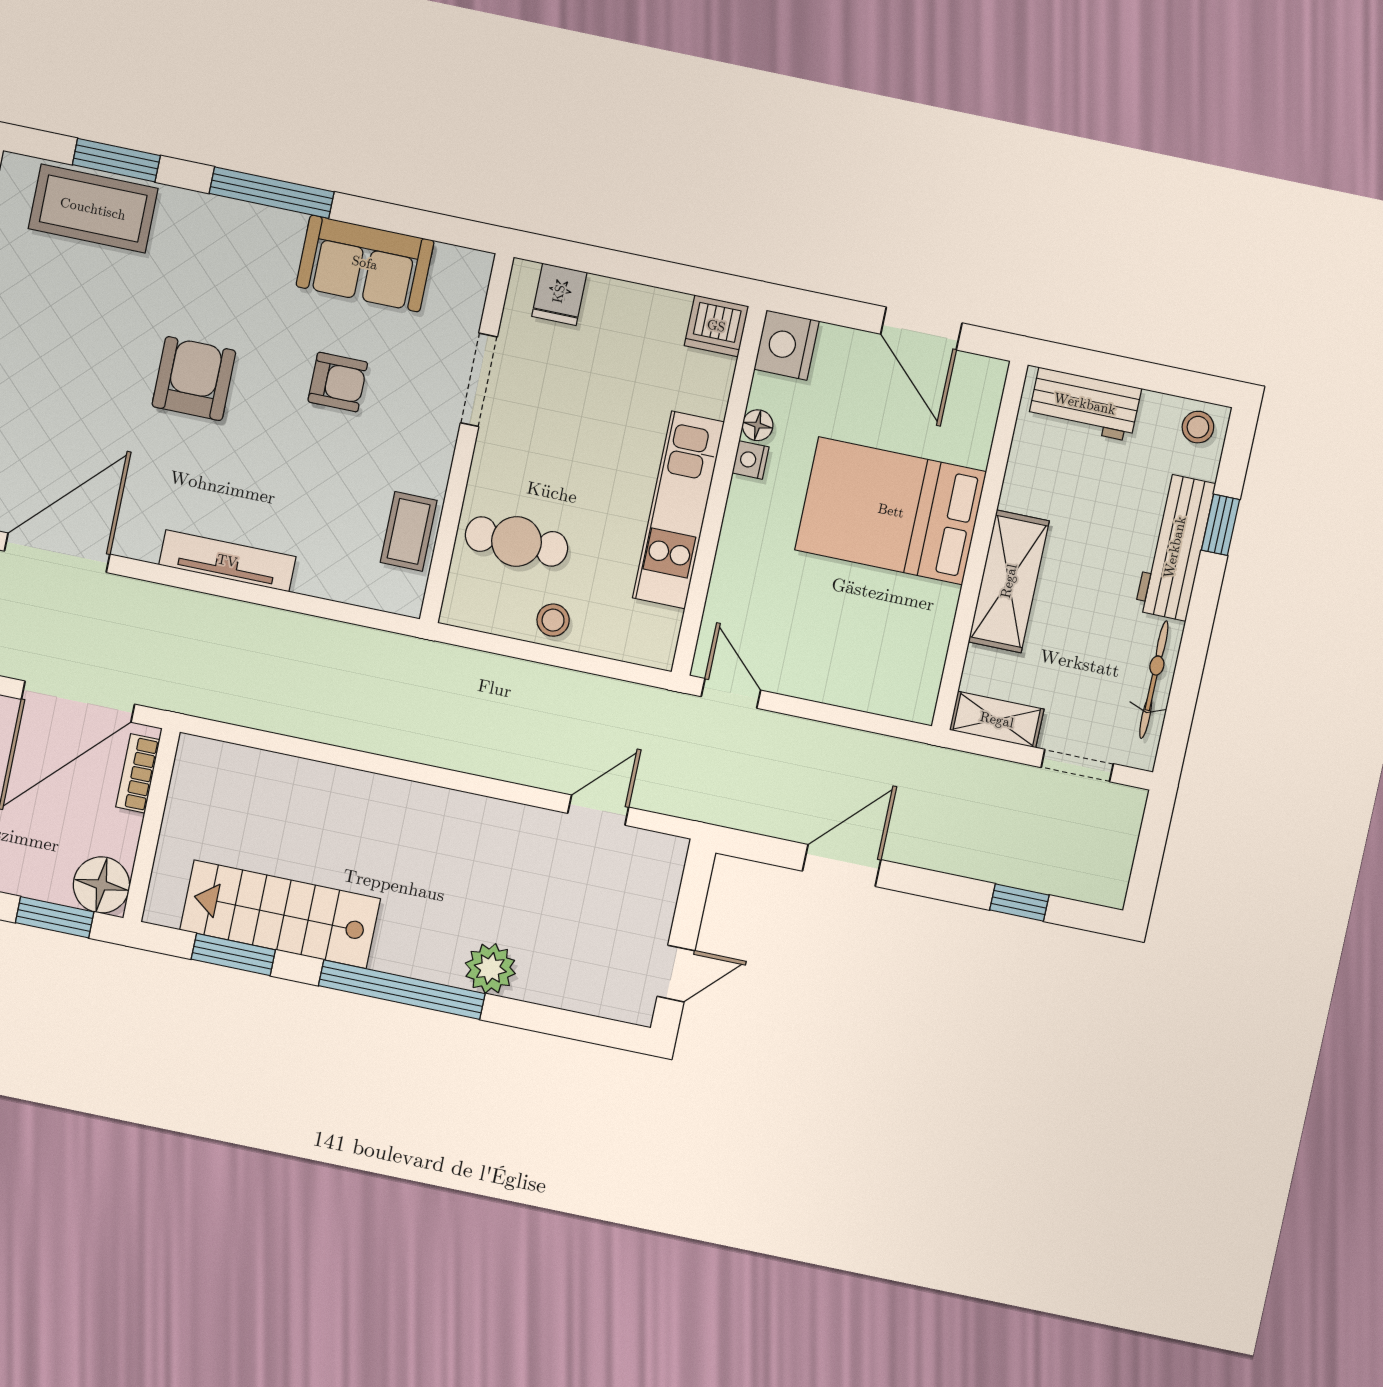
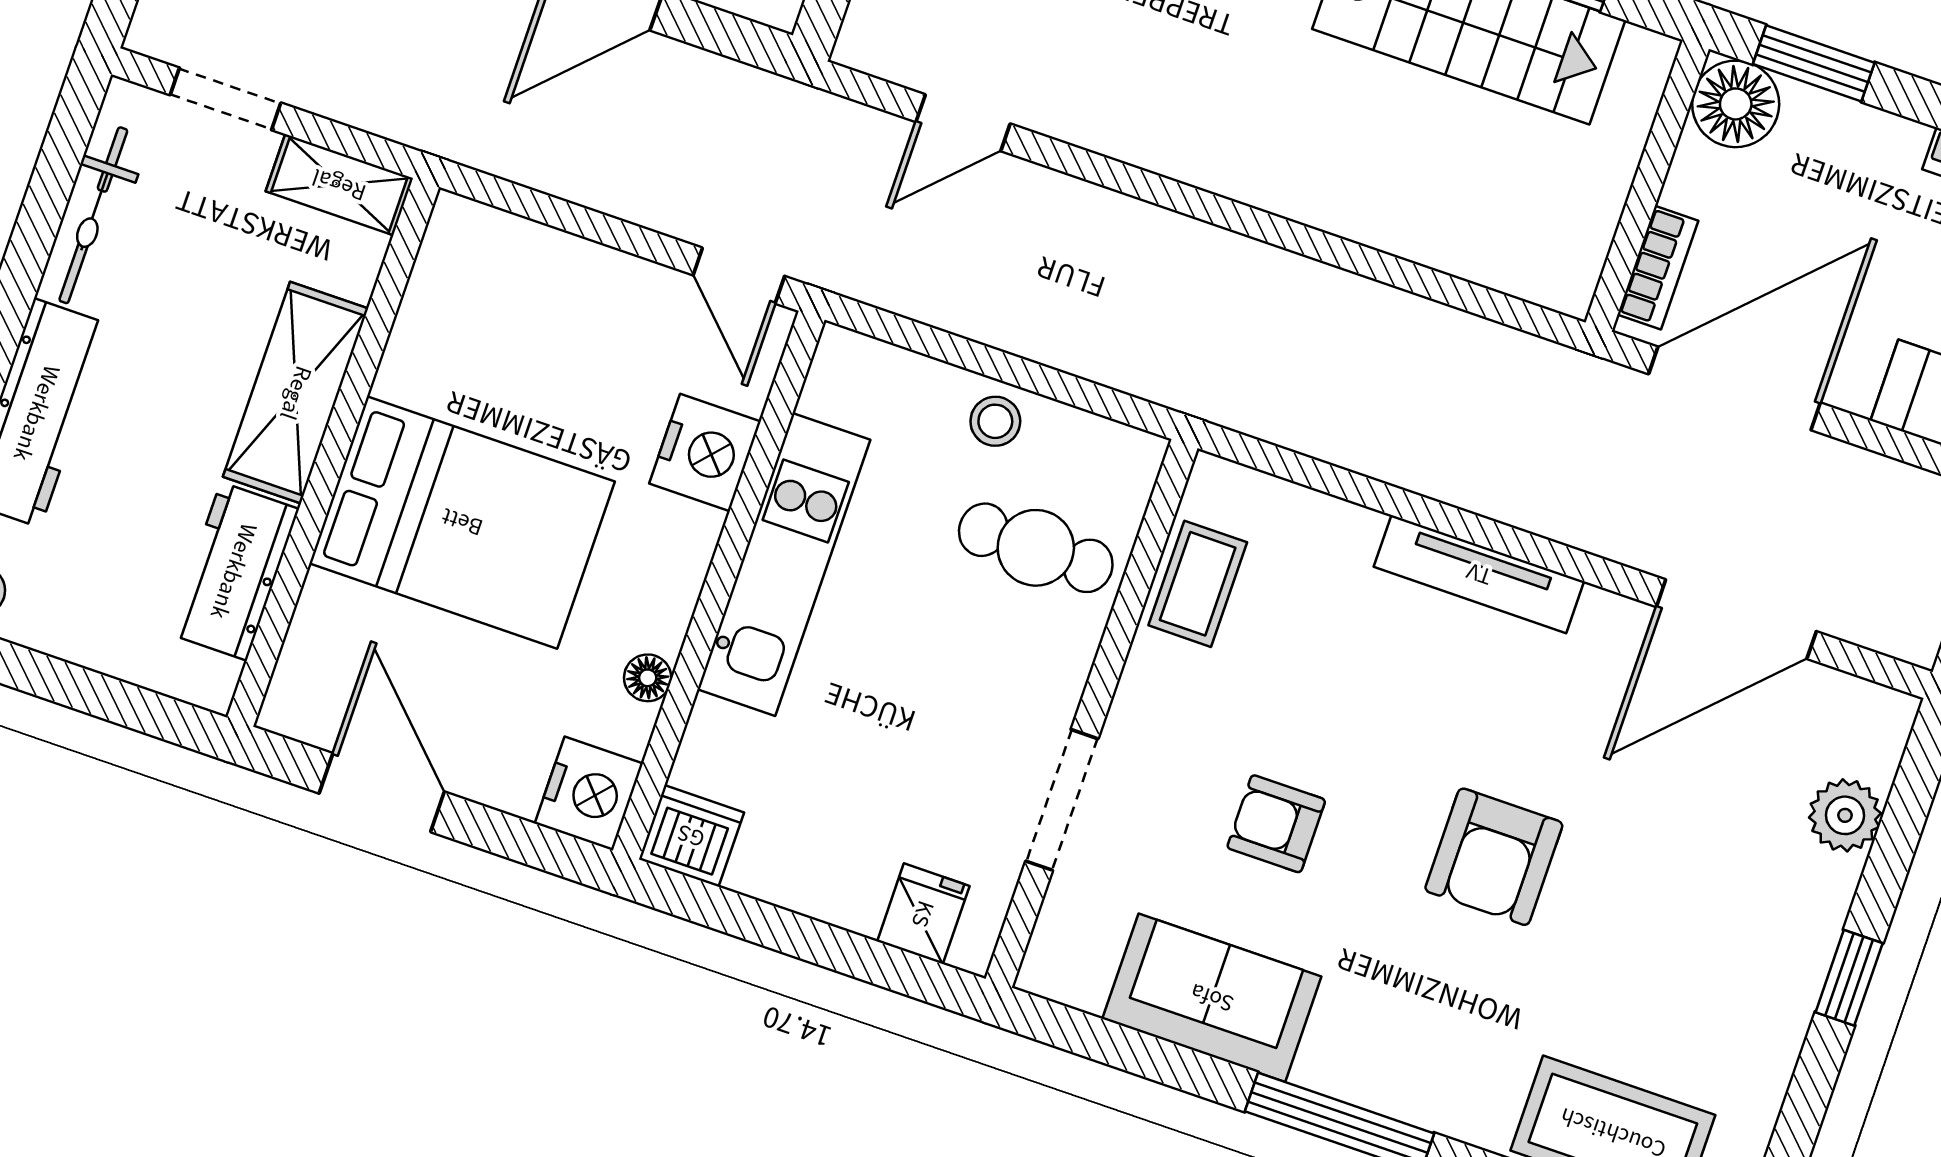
workbench: (1085, 404) -> (234, 571), moved, turned -90
nightstand: (751, 460) -> (705, 452), moved, width x1.89, depth x1.79

